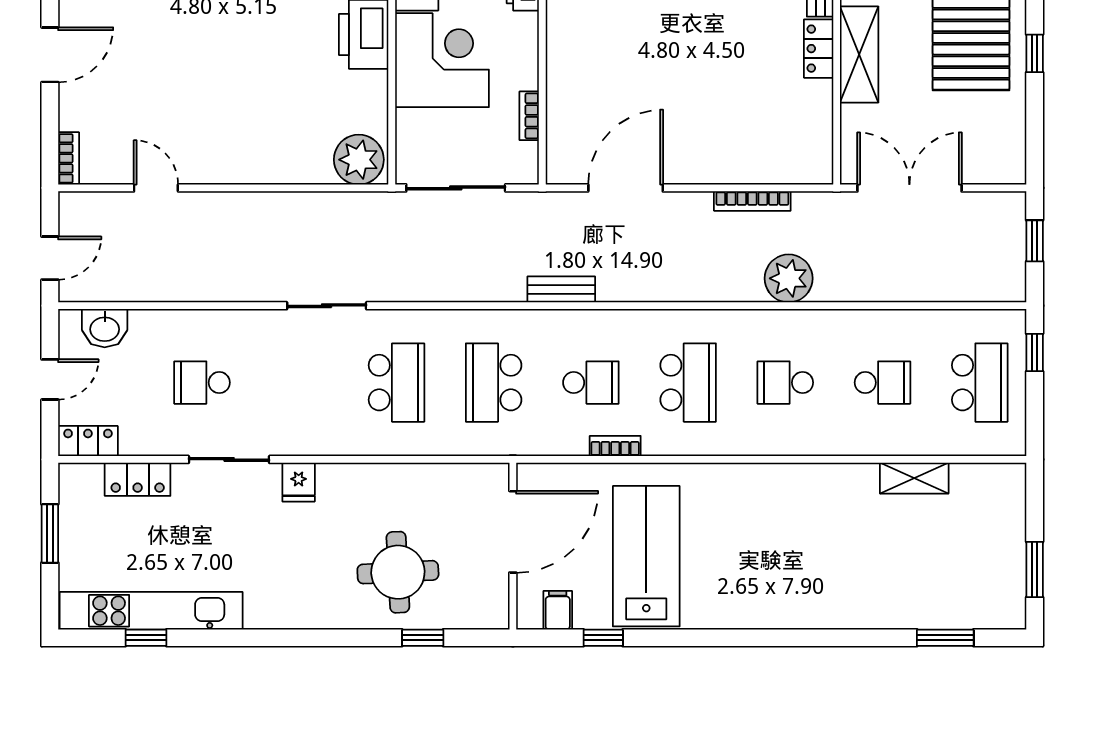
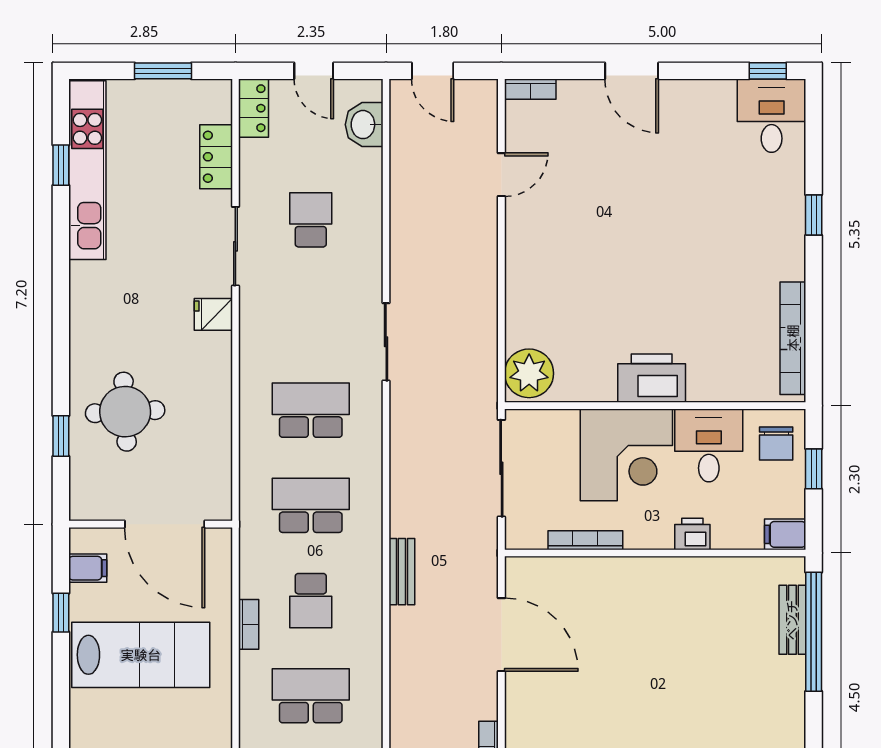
bookcase: (529, 116) -> (585, 540), width x1.56
school desk: (396, 383) -> (311, 410), turned 180
school desk: (688, 383) -> (311, 696), turned 180

